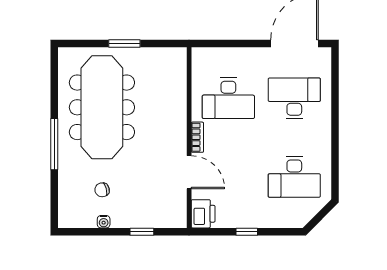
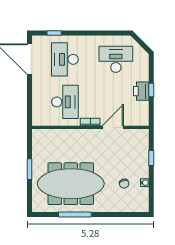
window: (335, 82) -> (54, 33), added
window: (54, 144) -> (75, 215), moved
desk: (294, 177) -> (116, 59), turned -90
printer: (203, 214) -> (141, 91), moved, turned -90

